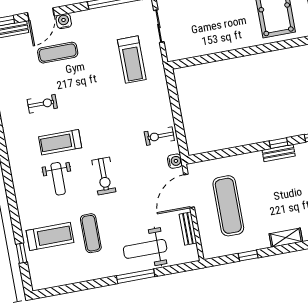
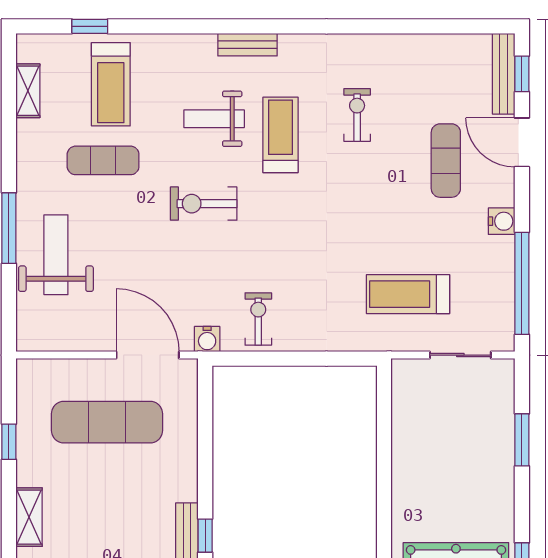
water cooler: (64, 21) -> (502, 221), moved
exercise bike: (42, 104) -> (357, 115), turned 180
bench: (188, 229) -> (248, 45), moved
shelving: (61, 280) -> (28, 91), added

